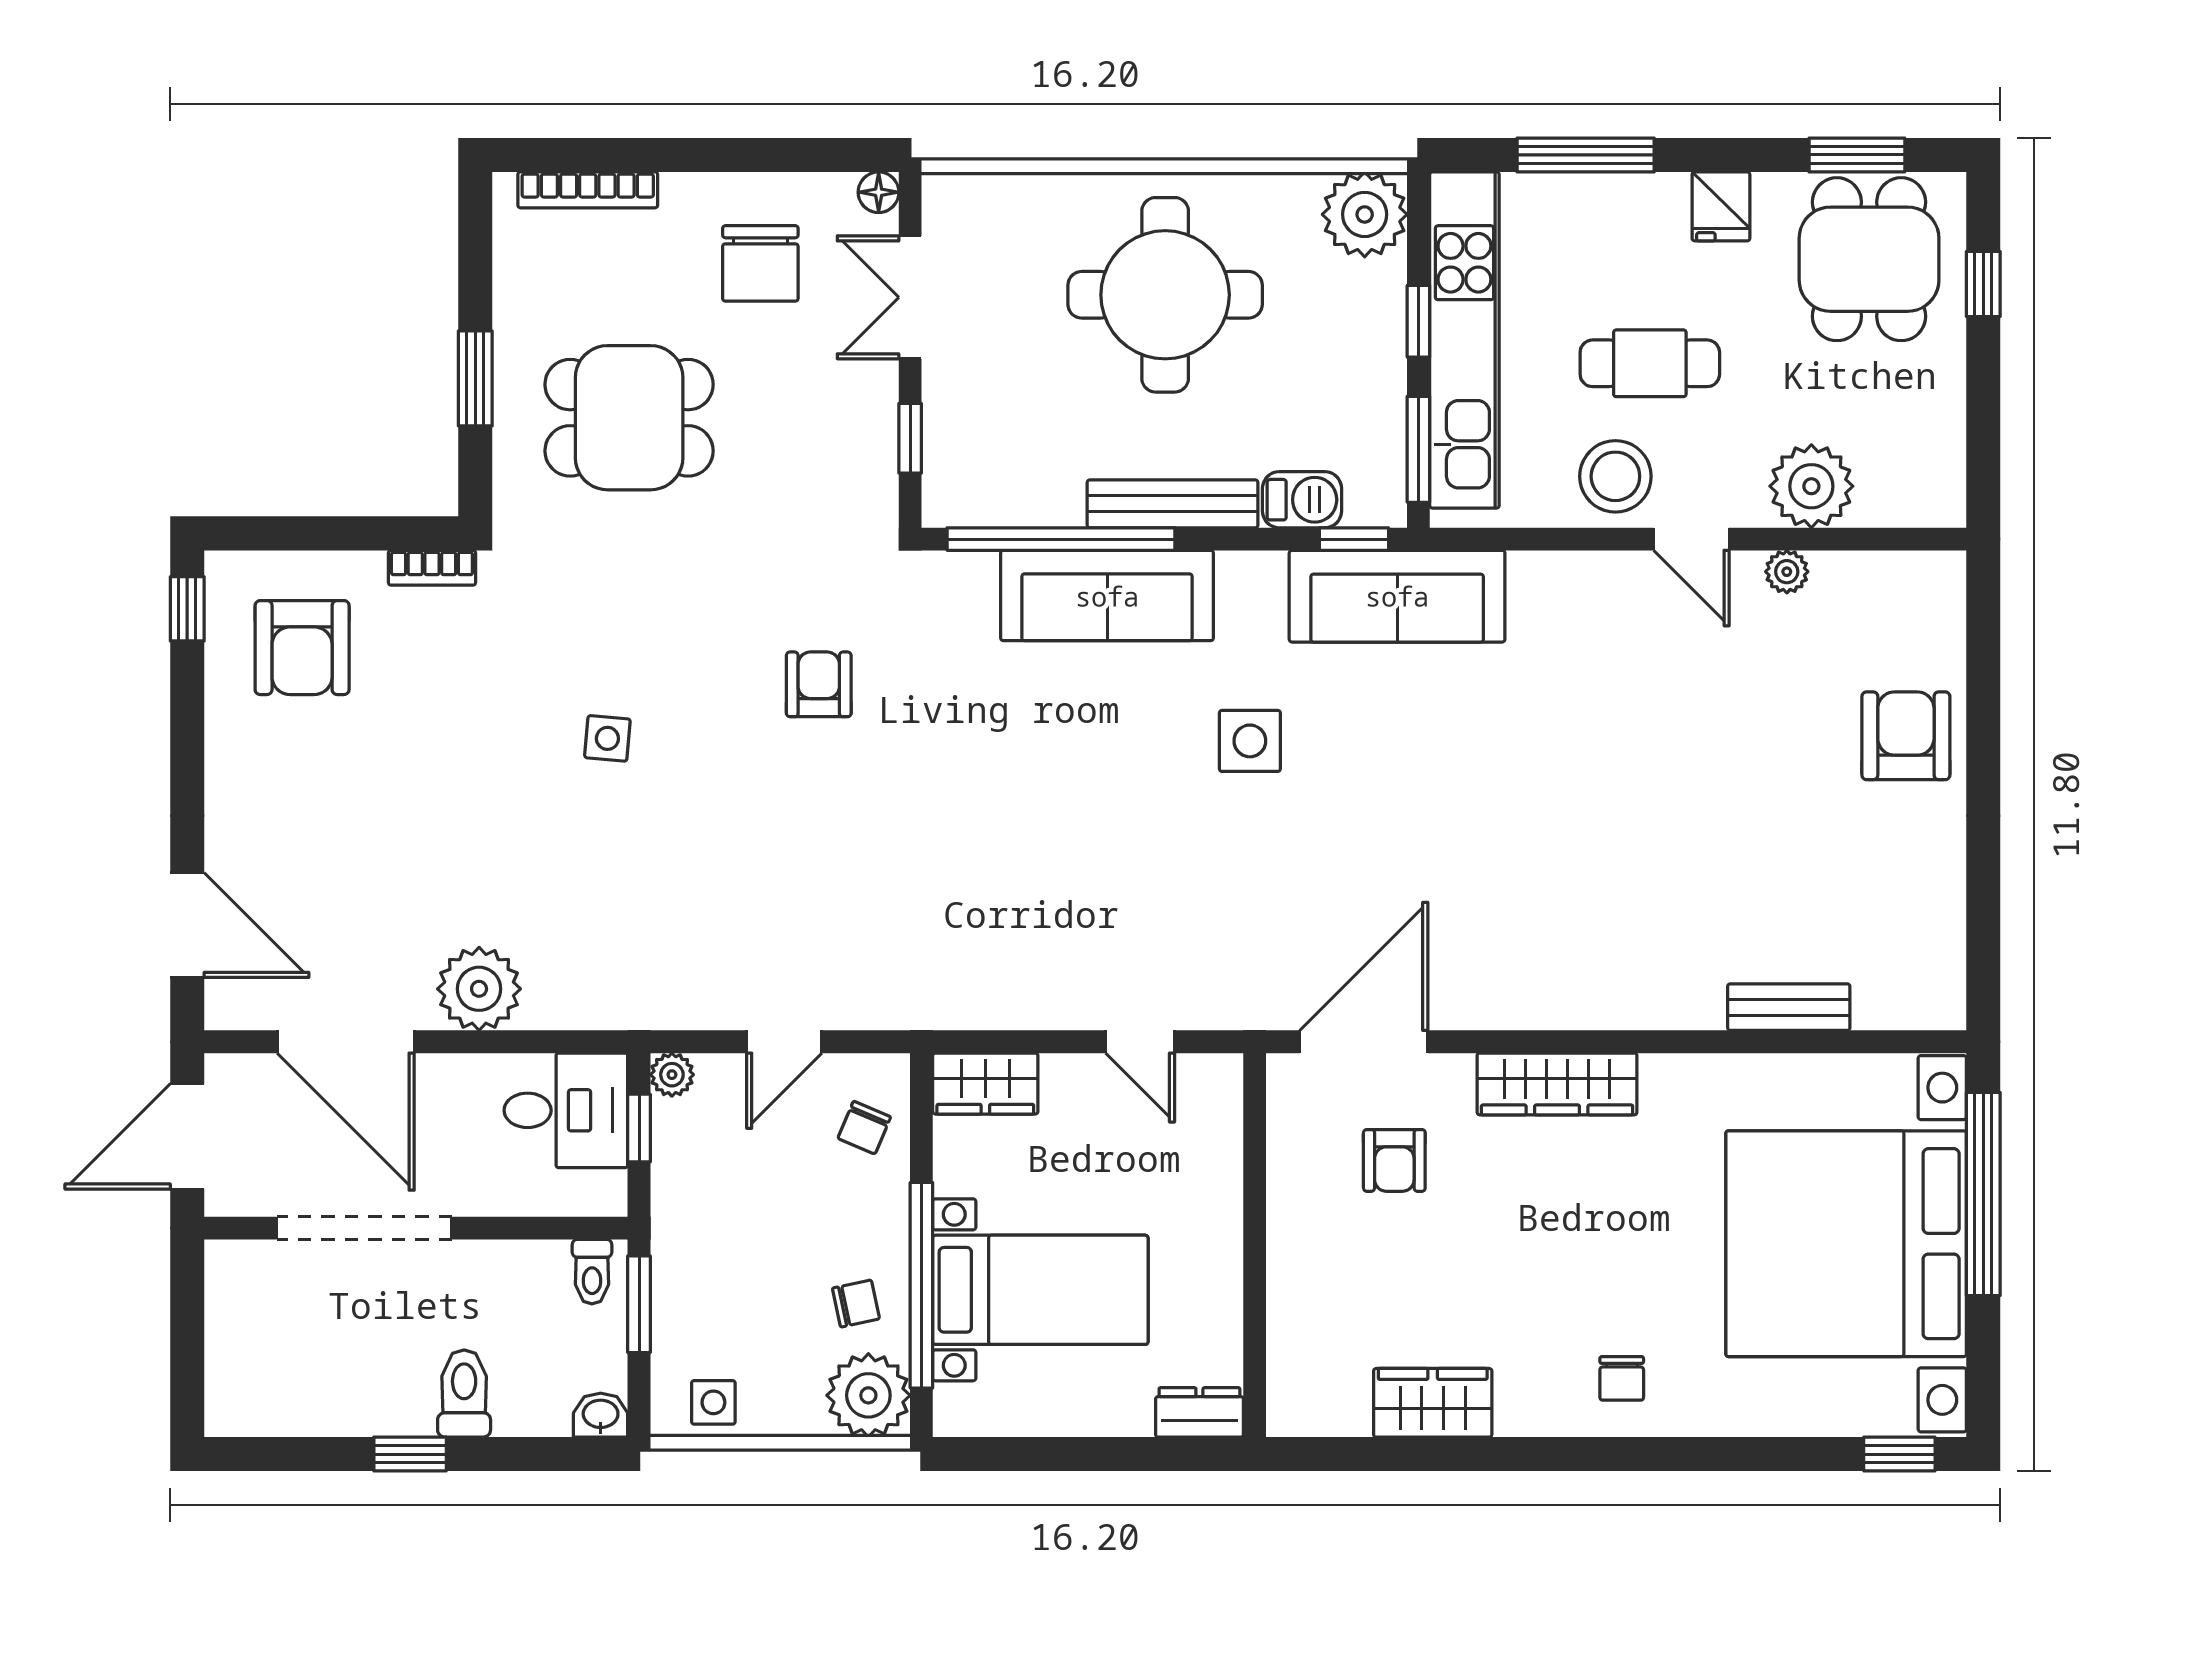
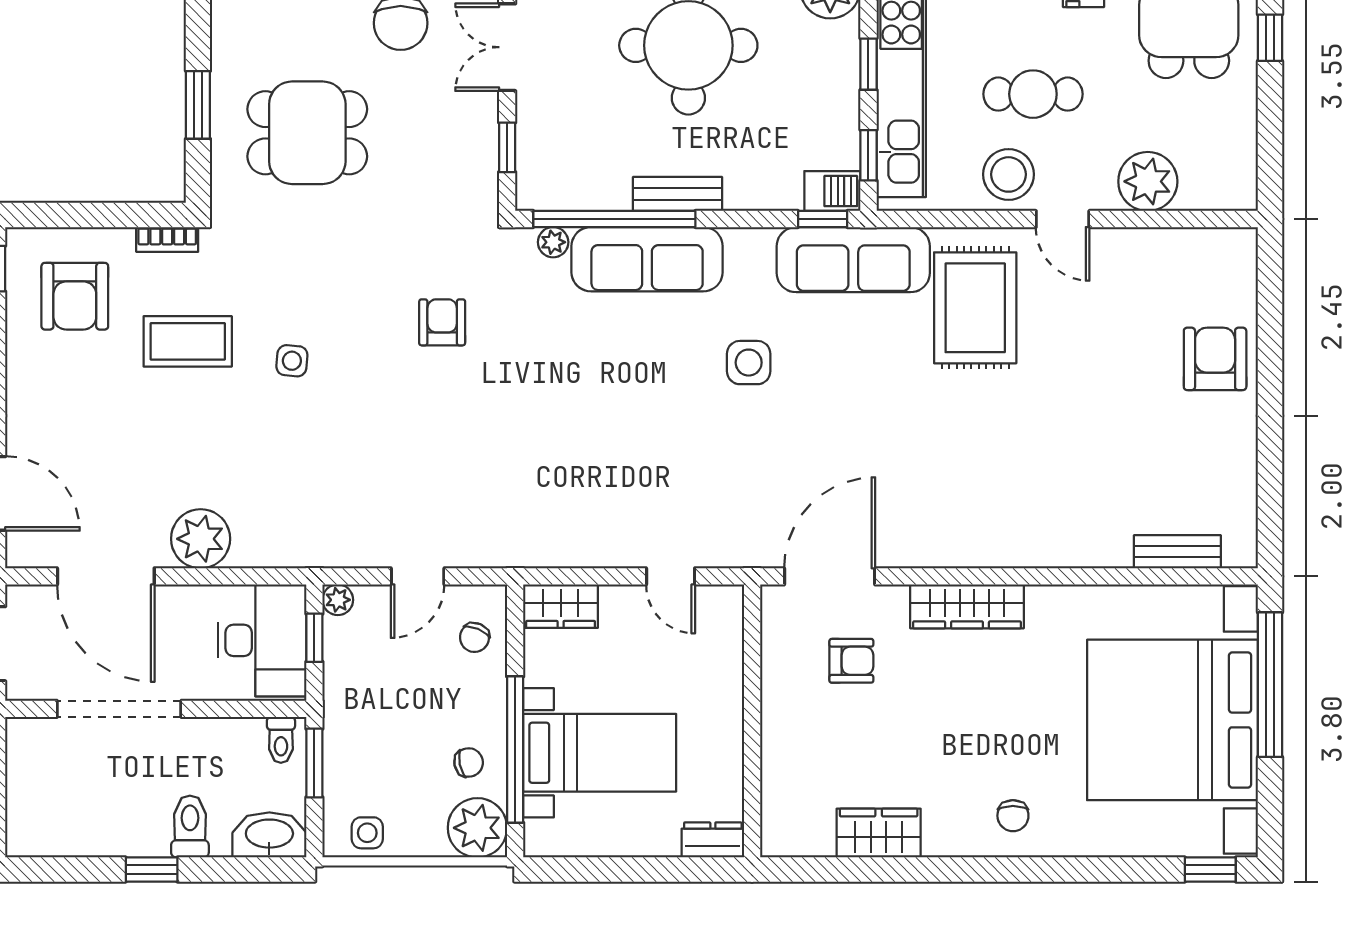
window: (1418, 449) -> (868, 155), width x0.67
barbecue: (1302, 500) -> (832, 191), moved
bench: (1173, 504) -> (677, 194), width x0.73
plant: (1787, 572) -> (553, 242), moved
rug: (1569, 664) -> (975, 308), added
coffee table: (461, 711) -> (188, 341), added
bench: (1789, 1007) -> (1177, 552), moved
desk: (566, 1110) -> (262, 640), width x1.37
armchair: (1394, 1160) -> (851, 661), turned -90
washbasin: (601, 1415) -> (269, 835), width x1.91, depth x1.45

